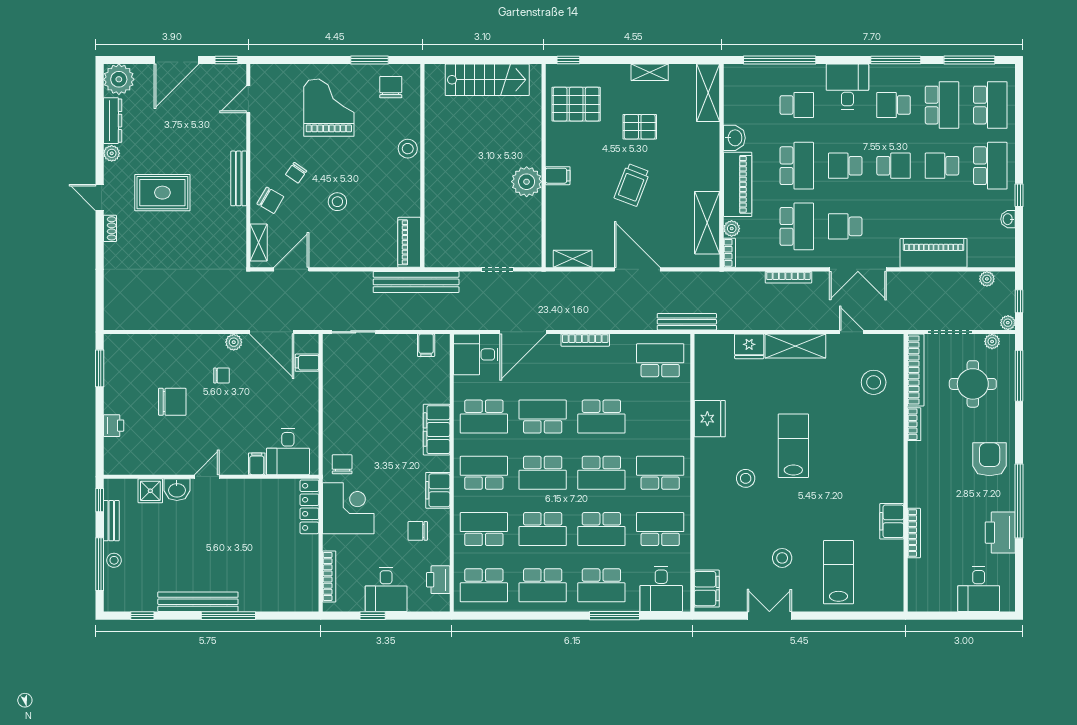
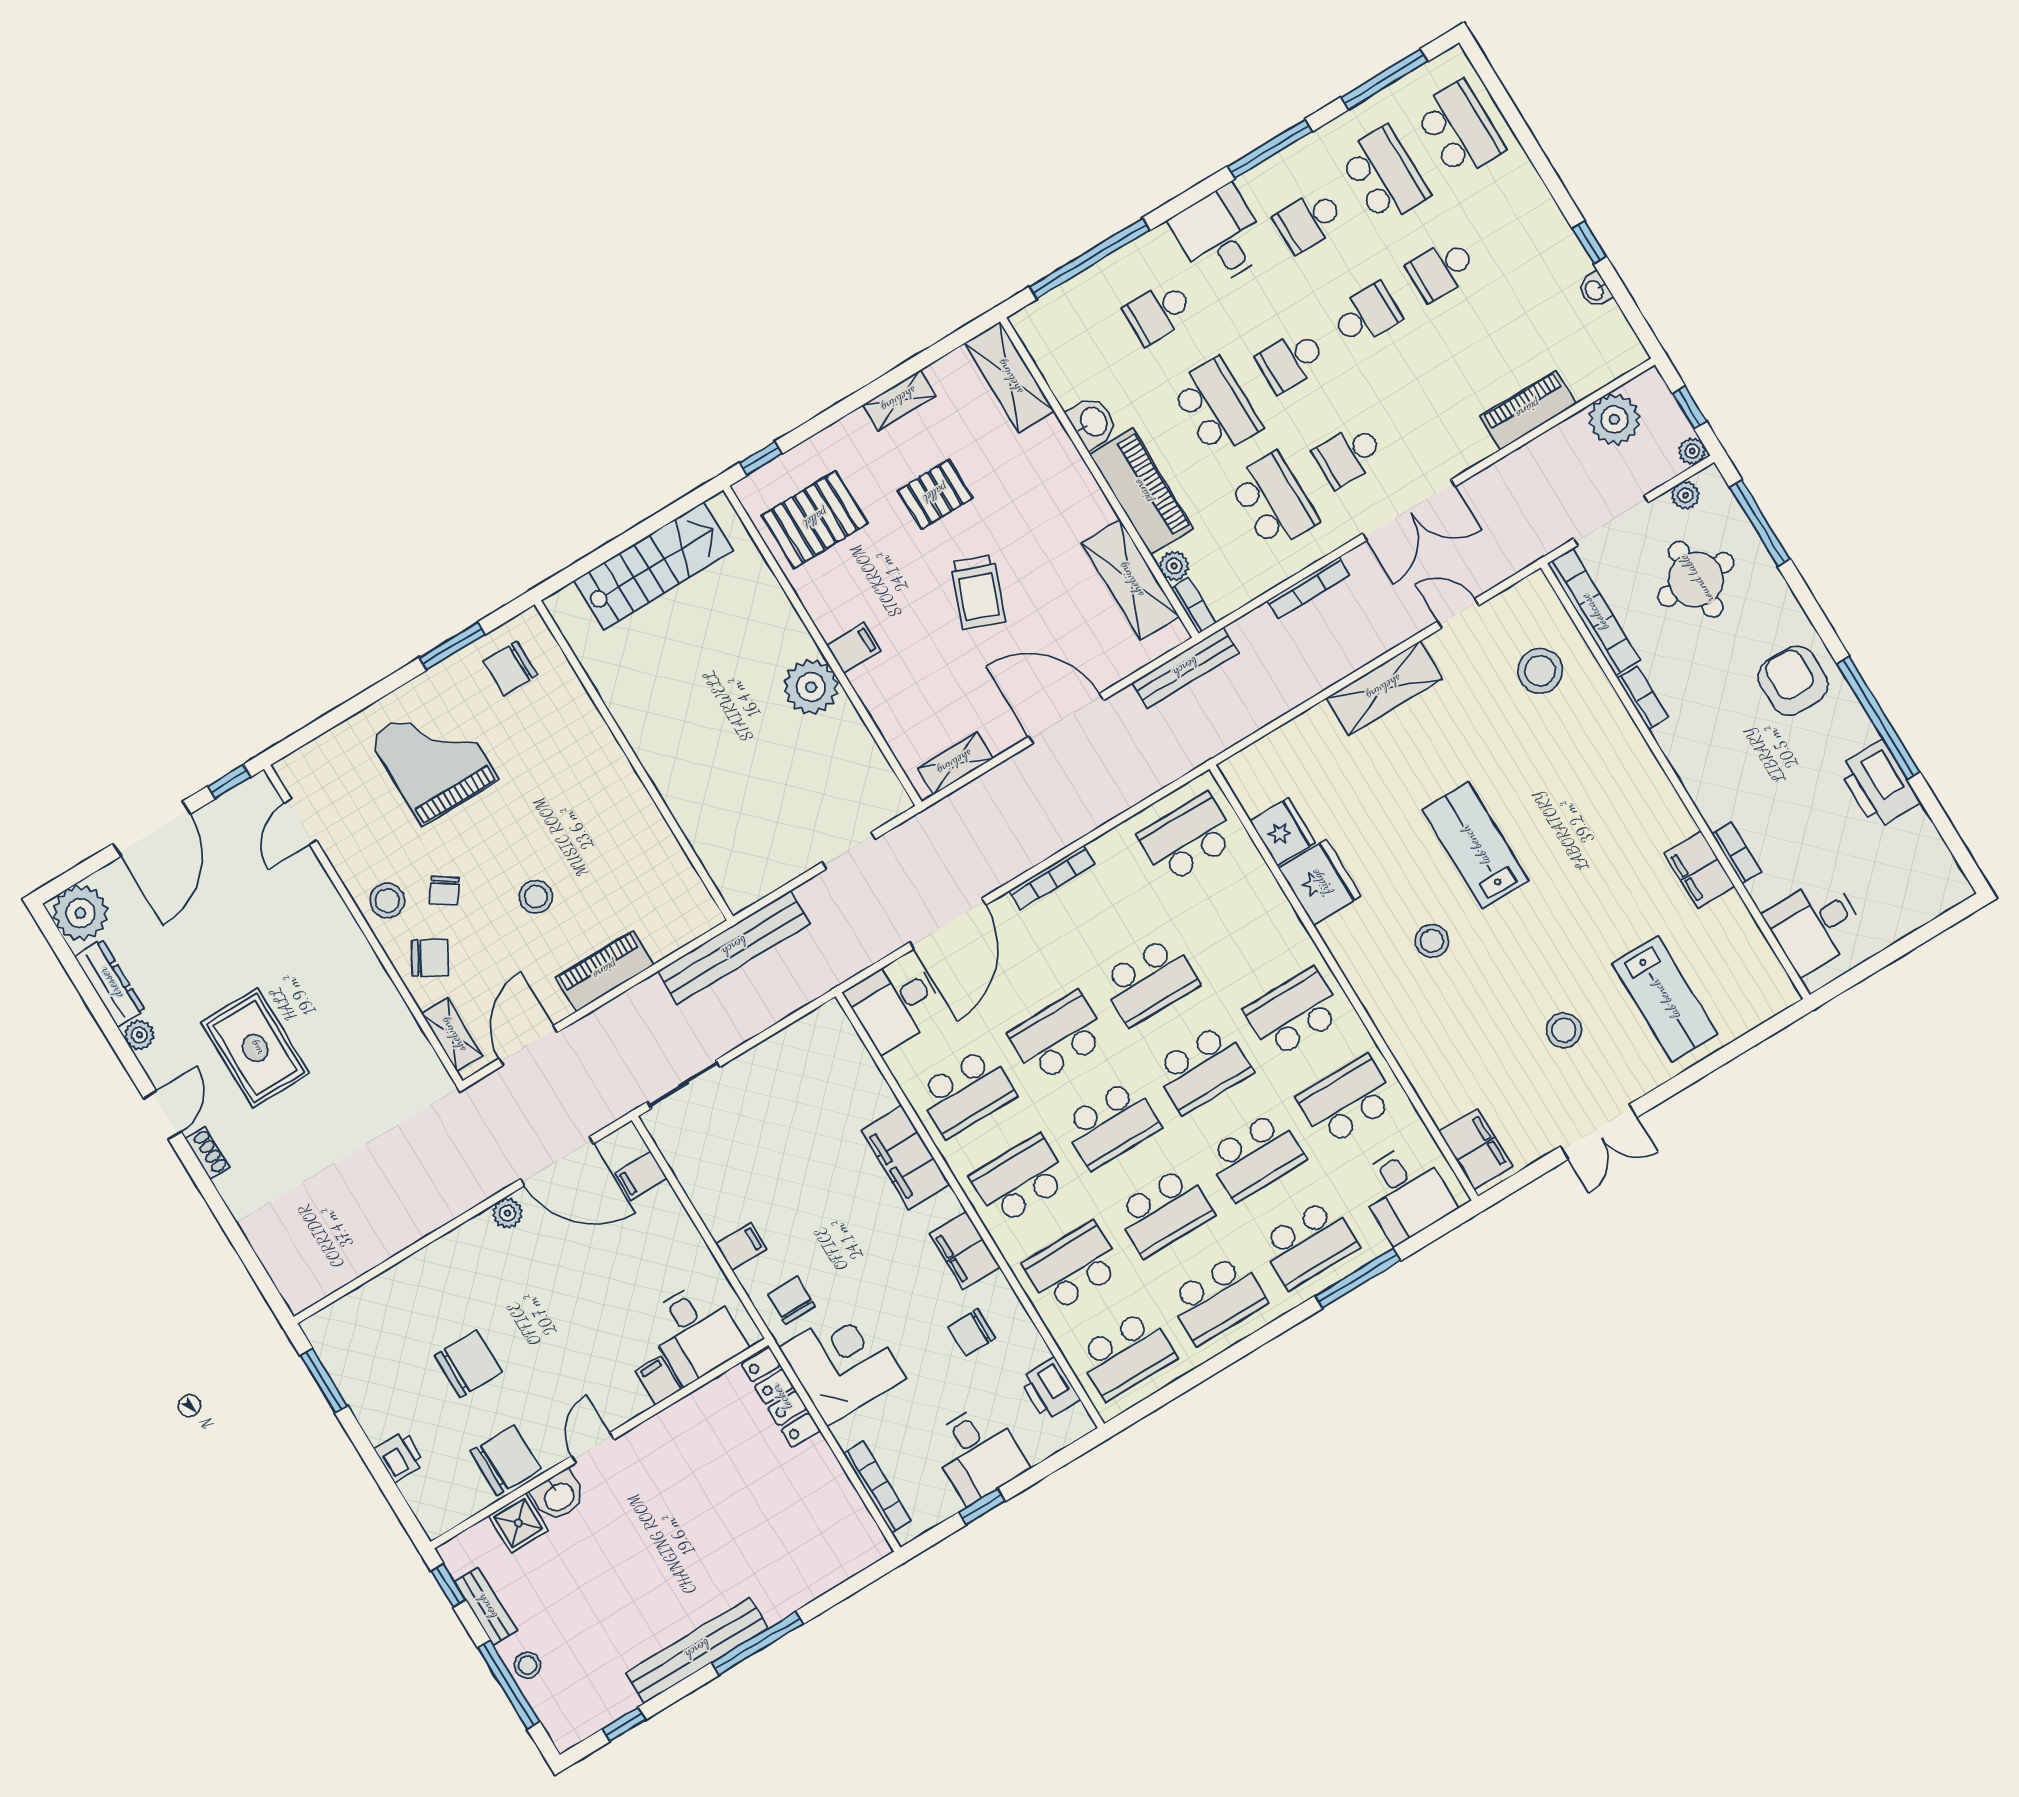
chair: (391, 87) -> (510, 668), turned -90
school desk: (797, 105) -> (1159, 312), turned 180
stool: (408, 149) -> (387, 900), moved
school desk: (990, 166) -> (1517, 224), removed
bench: (239, 178) -> (360, 954), removed
rug: (162, 193) -> (255, 1048), turned 90
door: (100, 198) -> (162, 1115), swing flipped
piano: (409, 242) -> (605, 971), moved, turned 90
piano: (934, 253) -> (1528, 410), width x0.73, depth x0.75
plant: (987, 279) -> (1614, 419), width x1.88, depth x1.88
bench: (687, 322) -> (1185, 668), moved
filing cabinet: (426, 345) -> (741, 1246), moved, turned -90
fridge: (749, 346) -> (1283, 832), moved, turned -90
chair: (221, 375) -> (506, 1460), moved, width x1.87, depth x1.87
bookcase: (914, 533) -> (1737, 853), width x0.64
lab bench: (838, 572) -> (1665, 999), turned 180
desk: (979, 589) -> (1815, 925), moved, turned 90
double door: (769, 616) -> (1599, 1132), swing flipped

